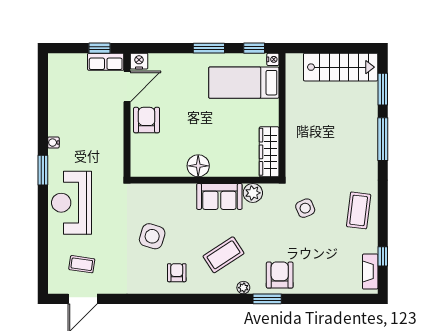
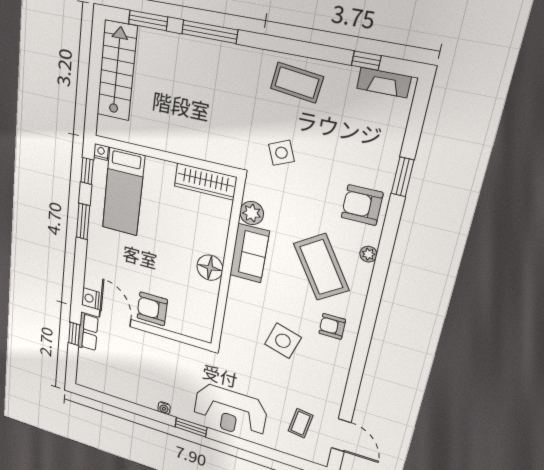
coffee table: (223, 255) -> (321, 267), width x1.36, depth x1.32
window: (267, 299) -> (403, 177), moved

